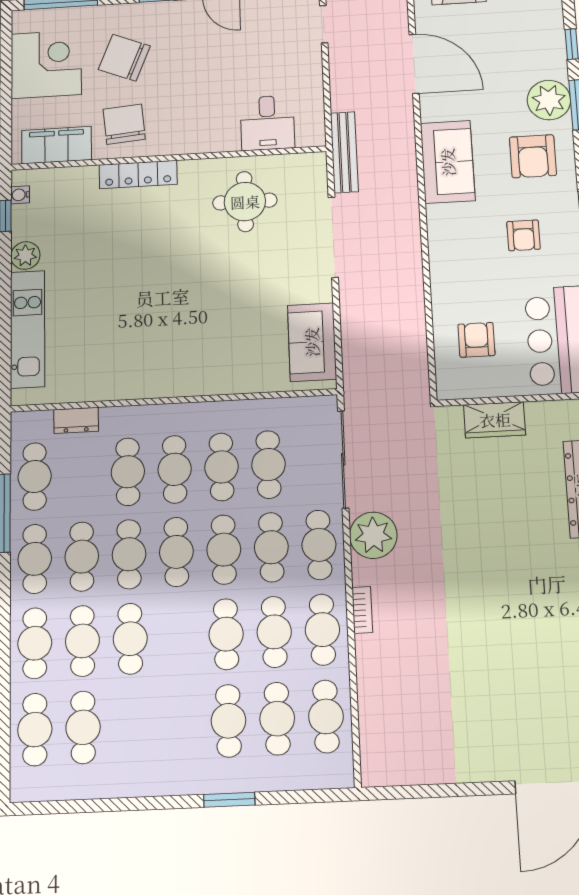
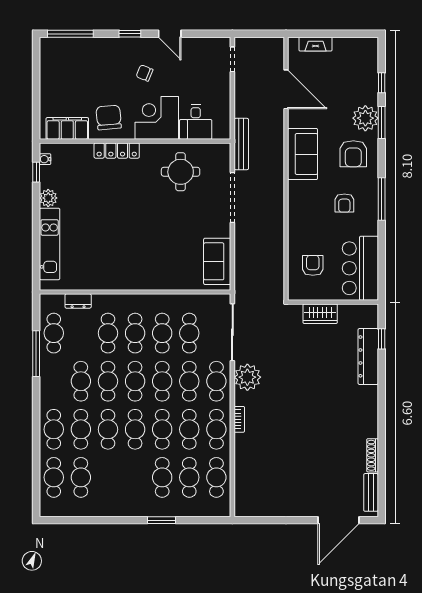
chair: (124, 58) -> (144, 73), moved, width x0.54, depth x0.54
corner desk: (46, 64) -> (157, 118), moved, turned -90
cafe table: (35, 559) -> (135, 429), moved

